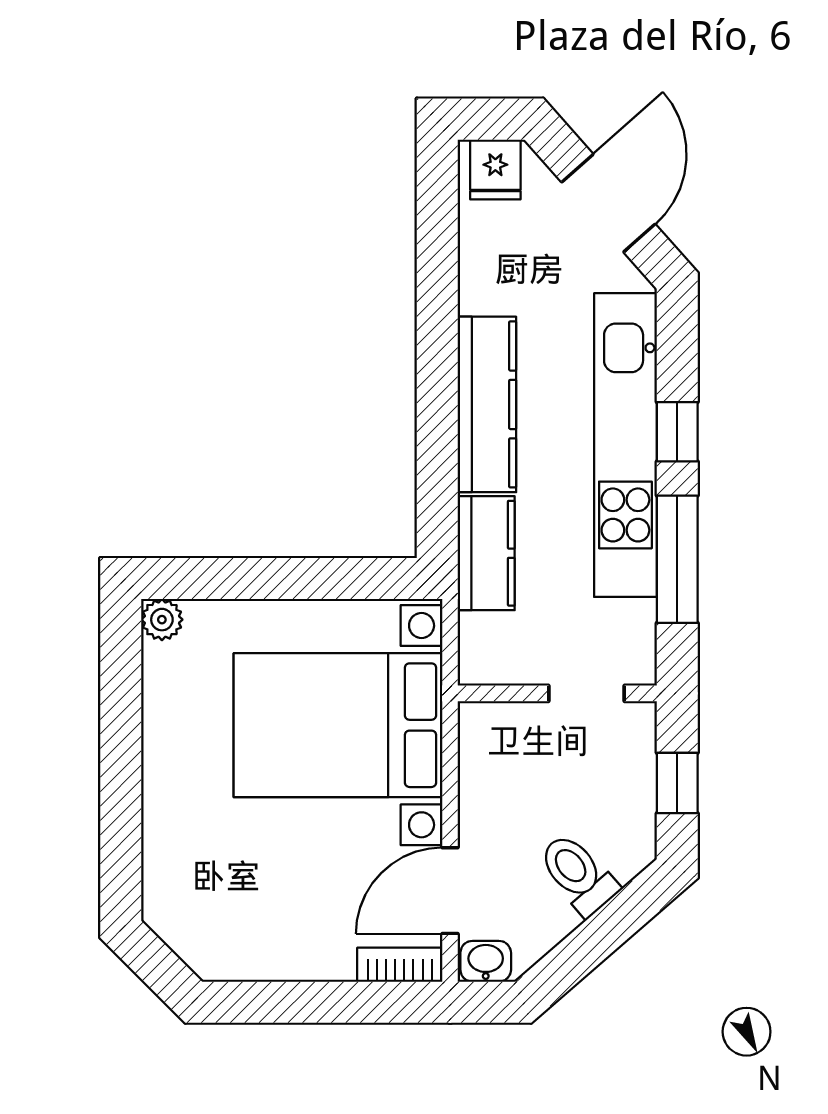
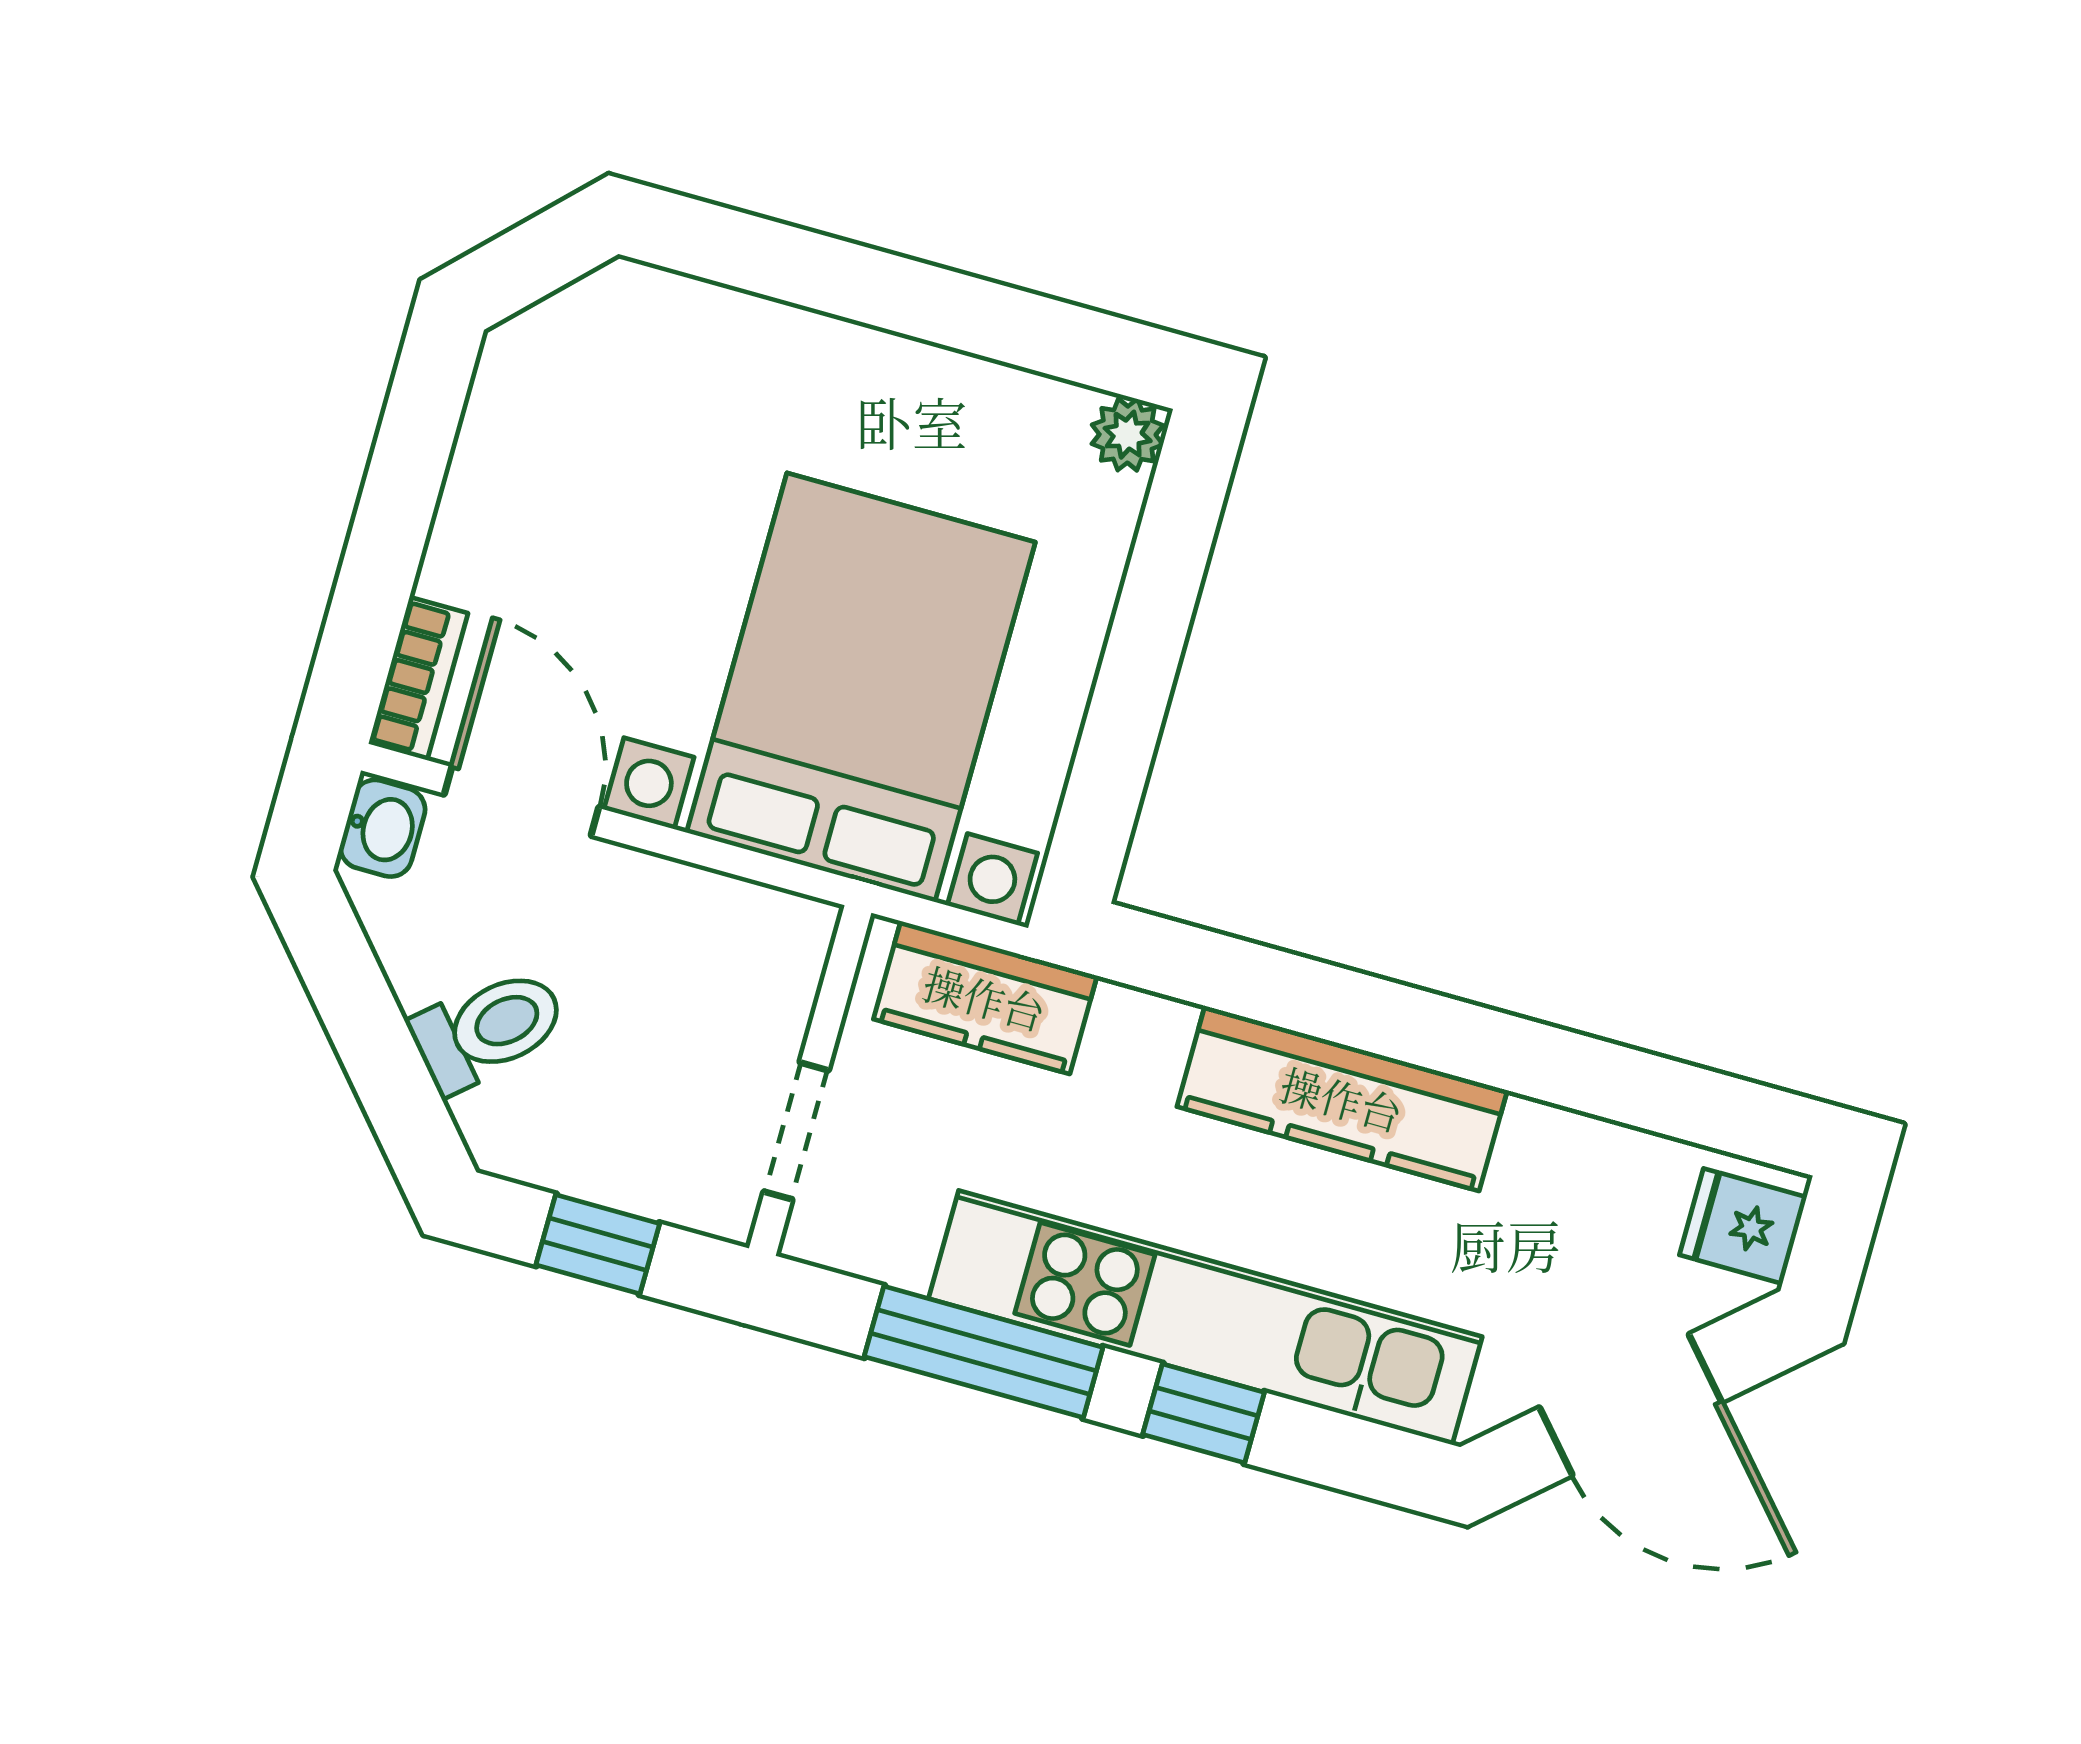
kitchen counter: (486, 553) -> (985, 997), moved

